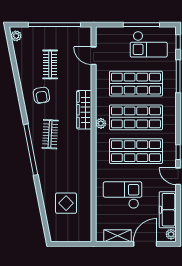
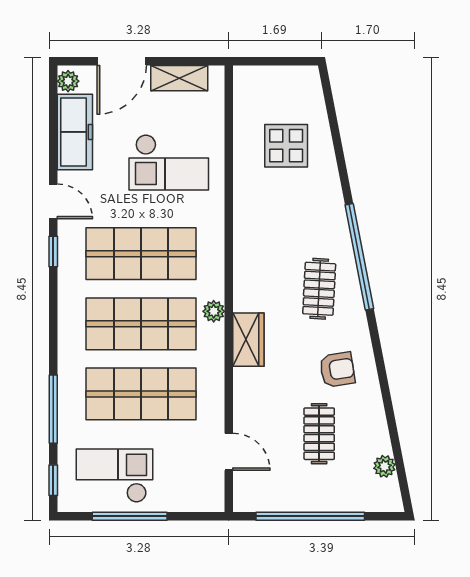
plant: (16, 36) -> (384, 466), moved
armchair: (41, 95) -> (337, 370), turned 90
wardrobe: (84, 110) -> (248, 340), width x0.67

